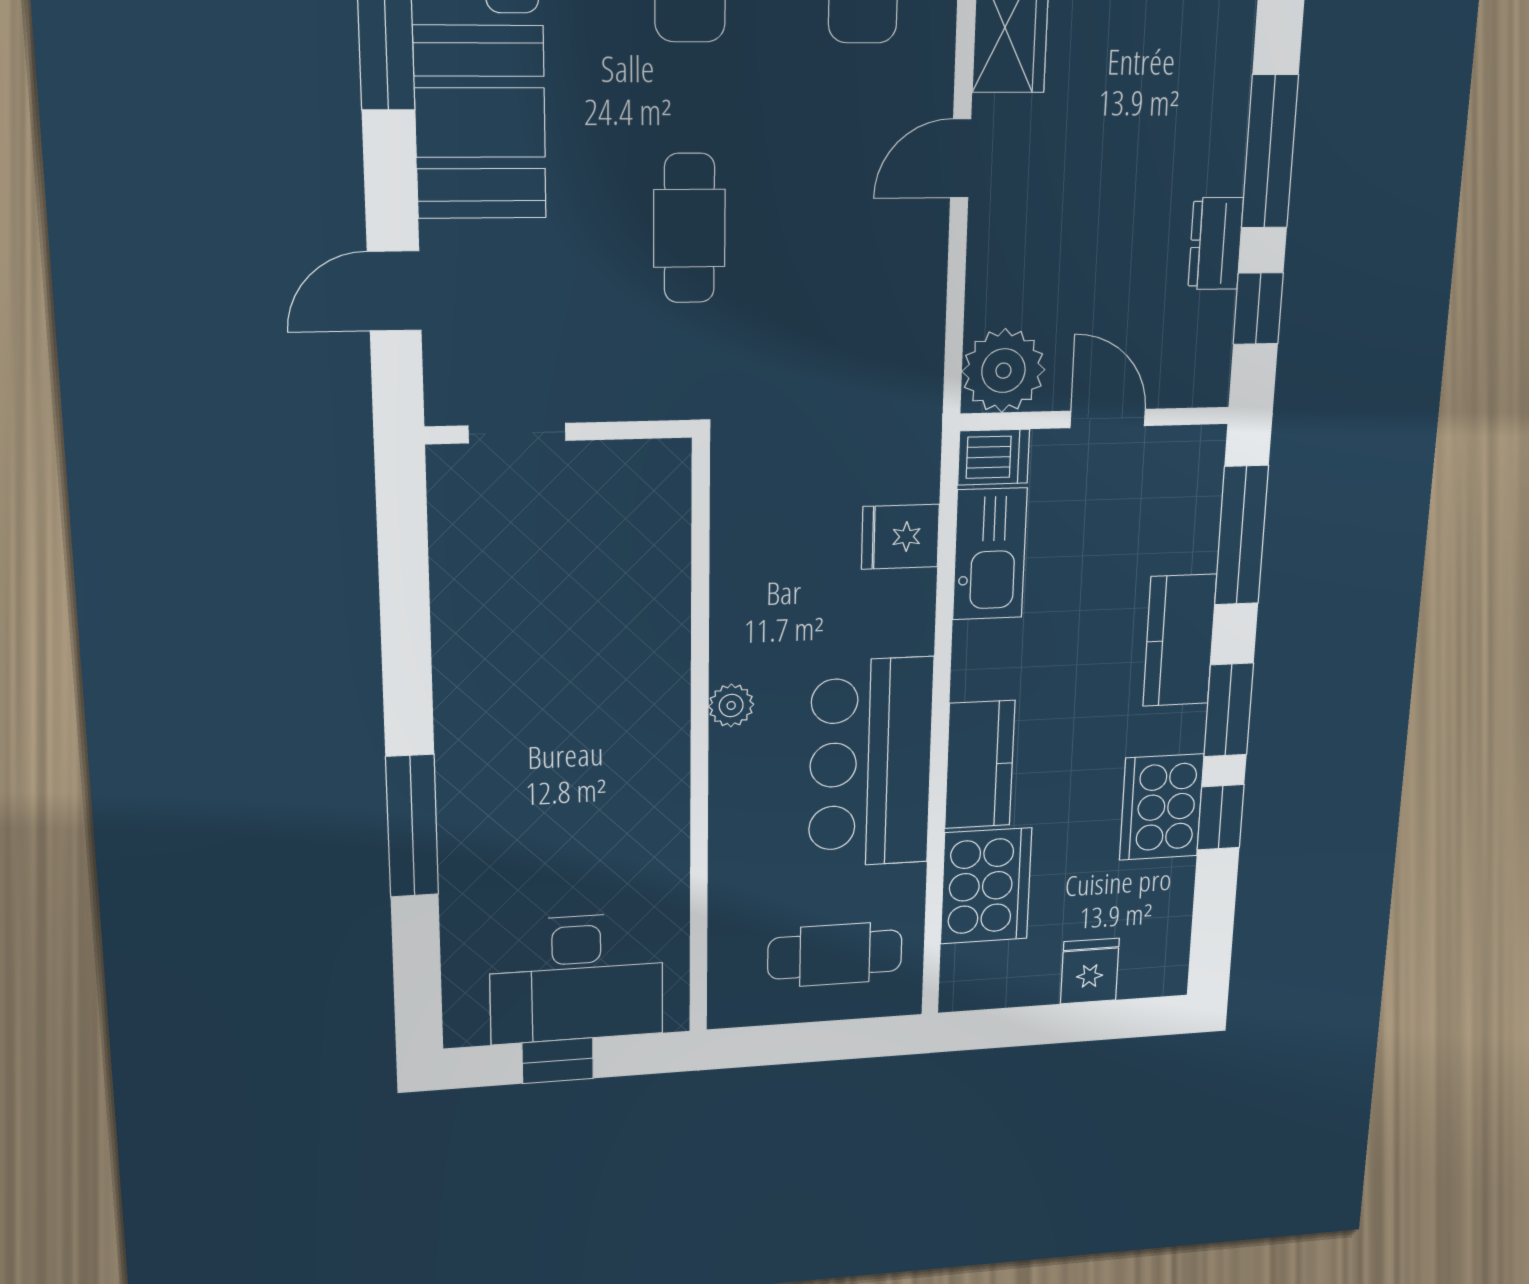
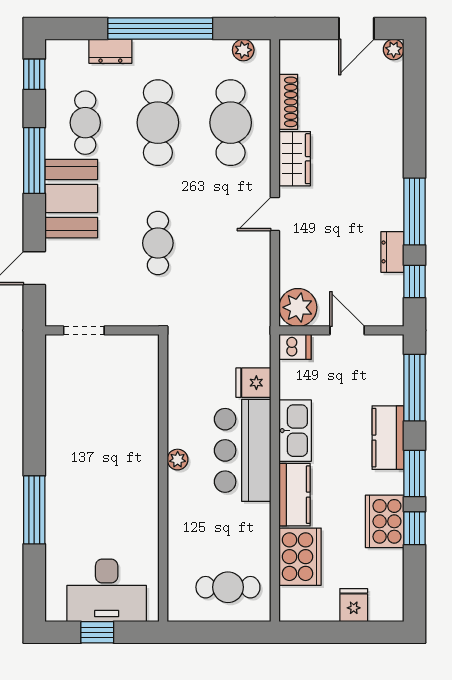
kitchen sink: (990, 554) -> (295, 431), moved
bar counter: (871, 763) -> (243, 450), moved

